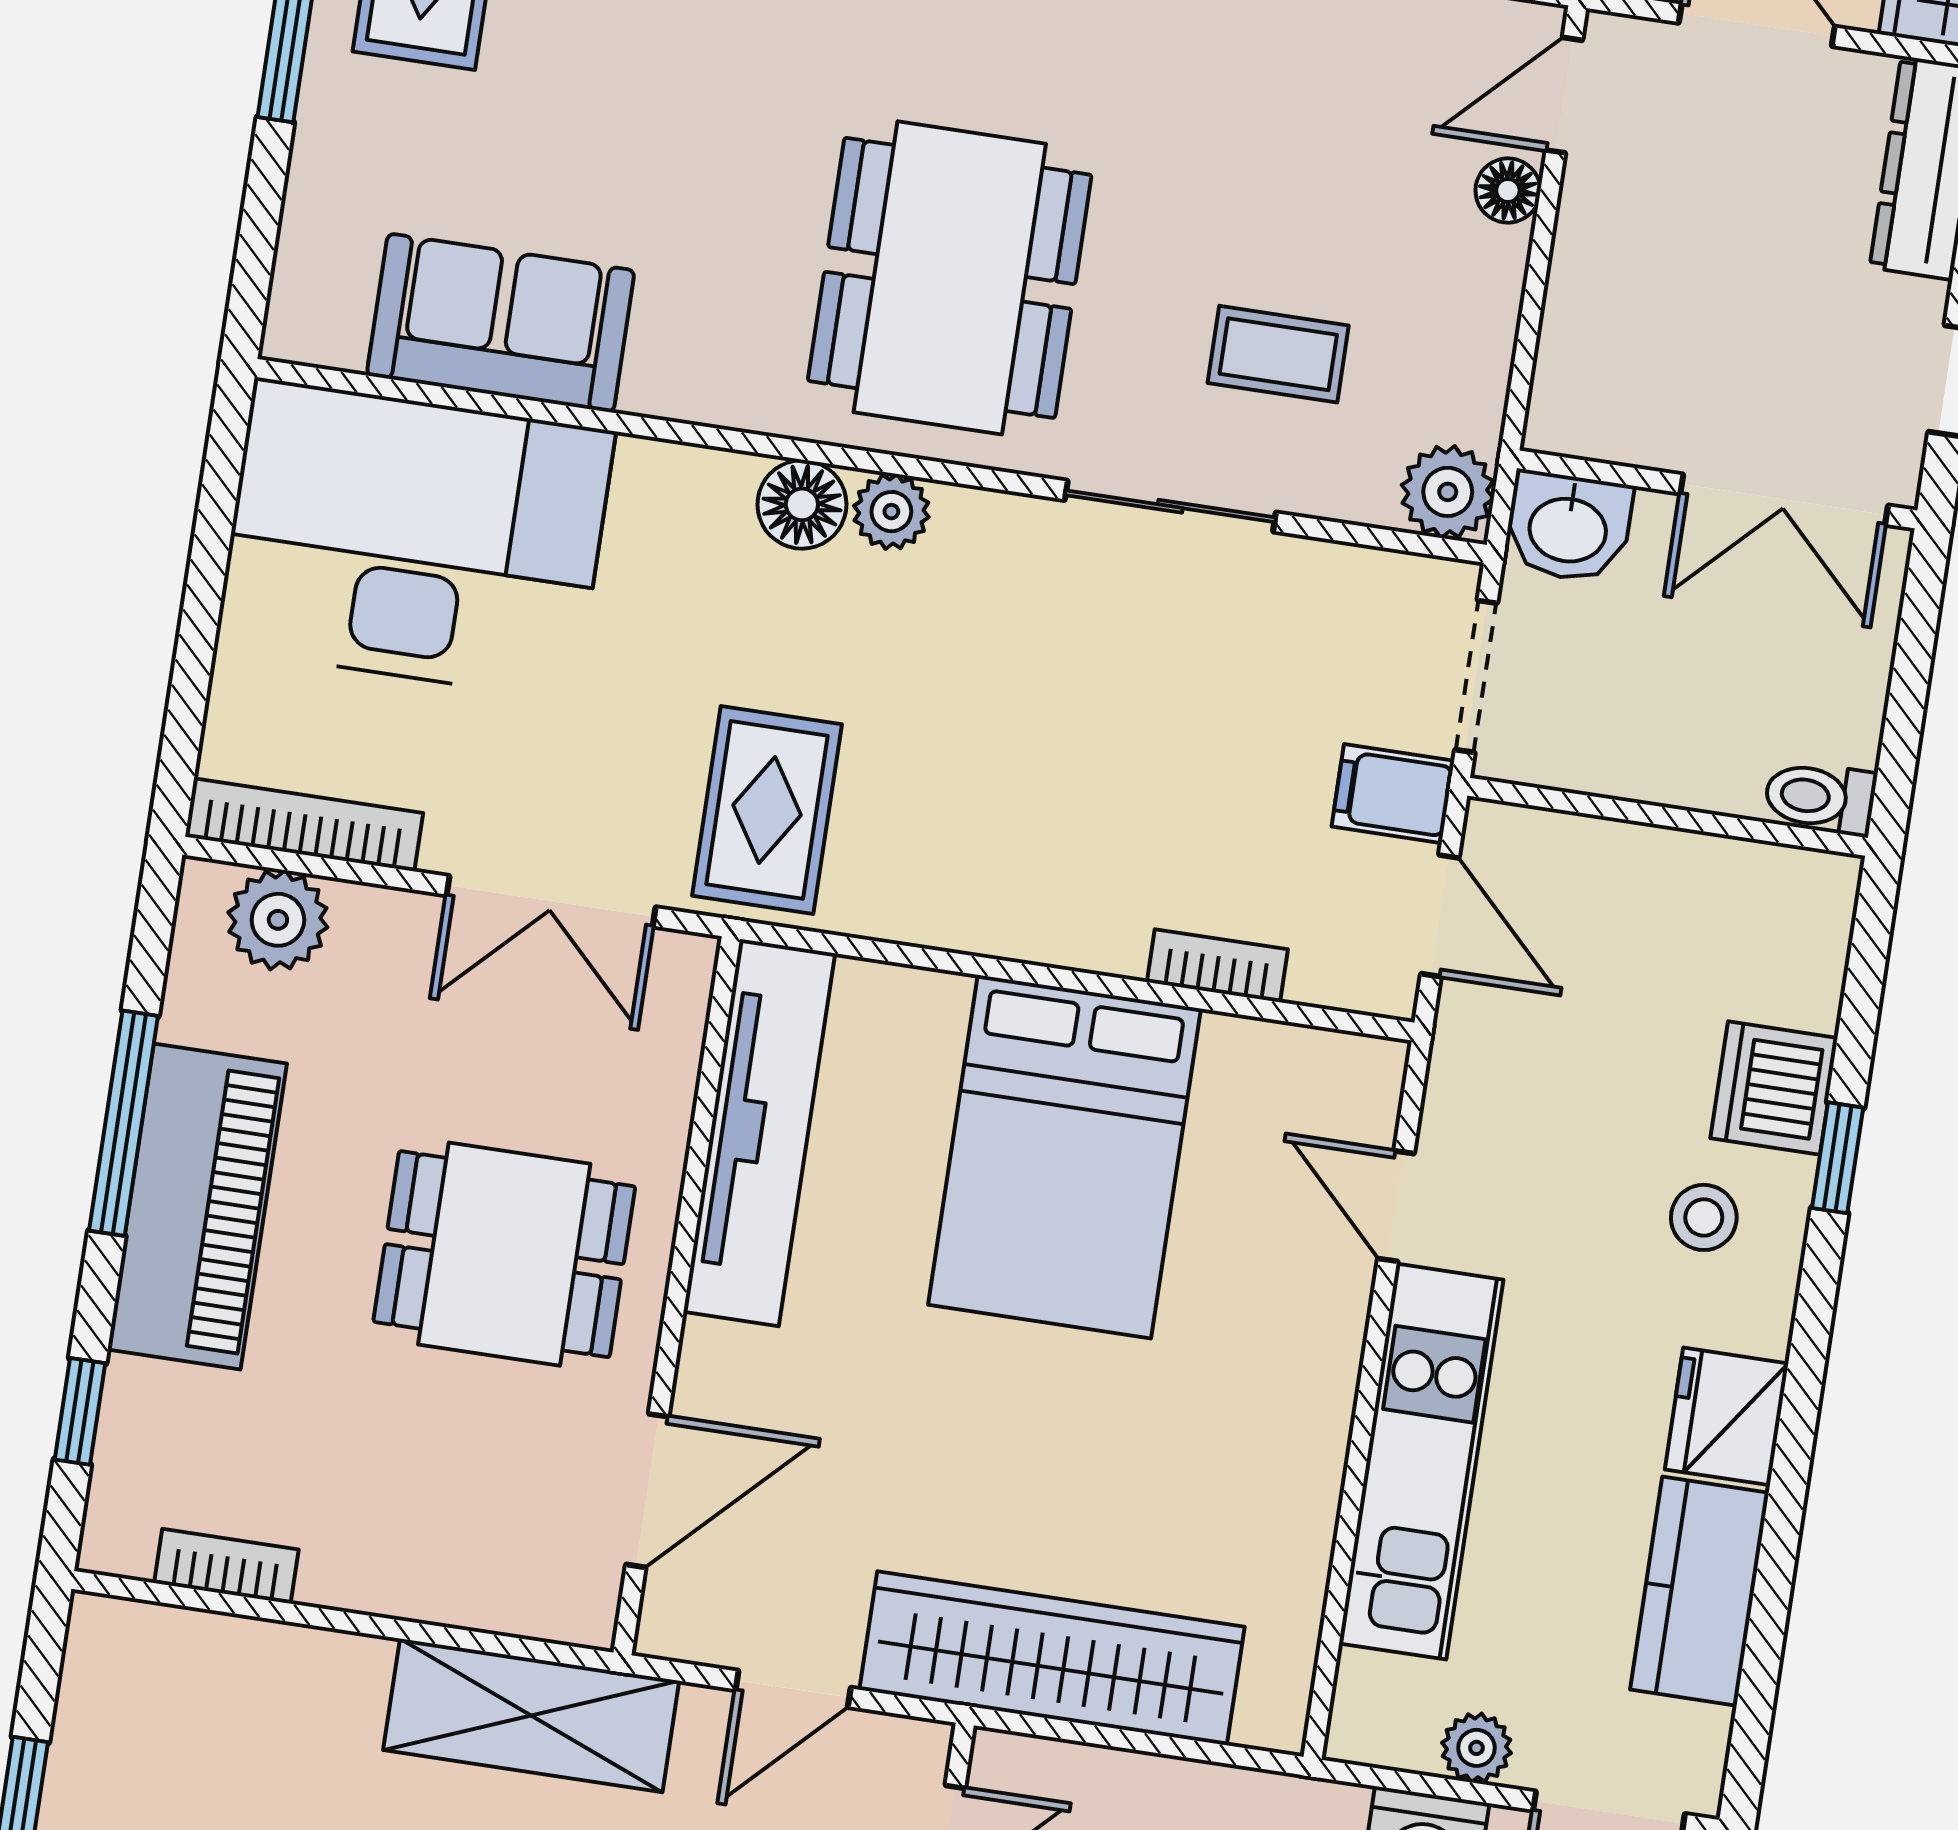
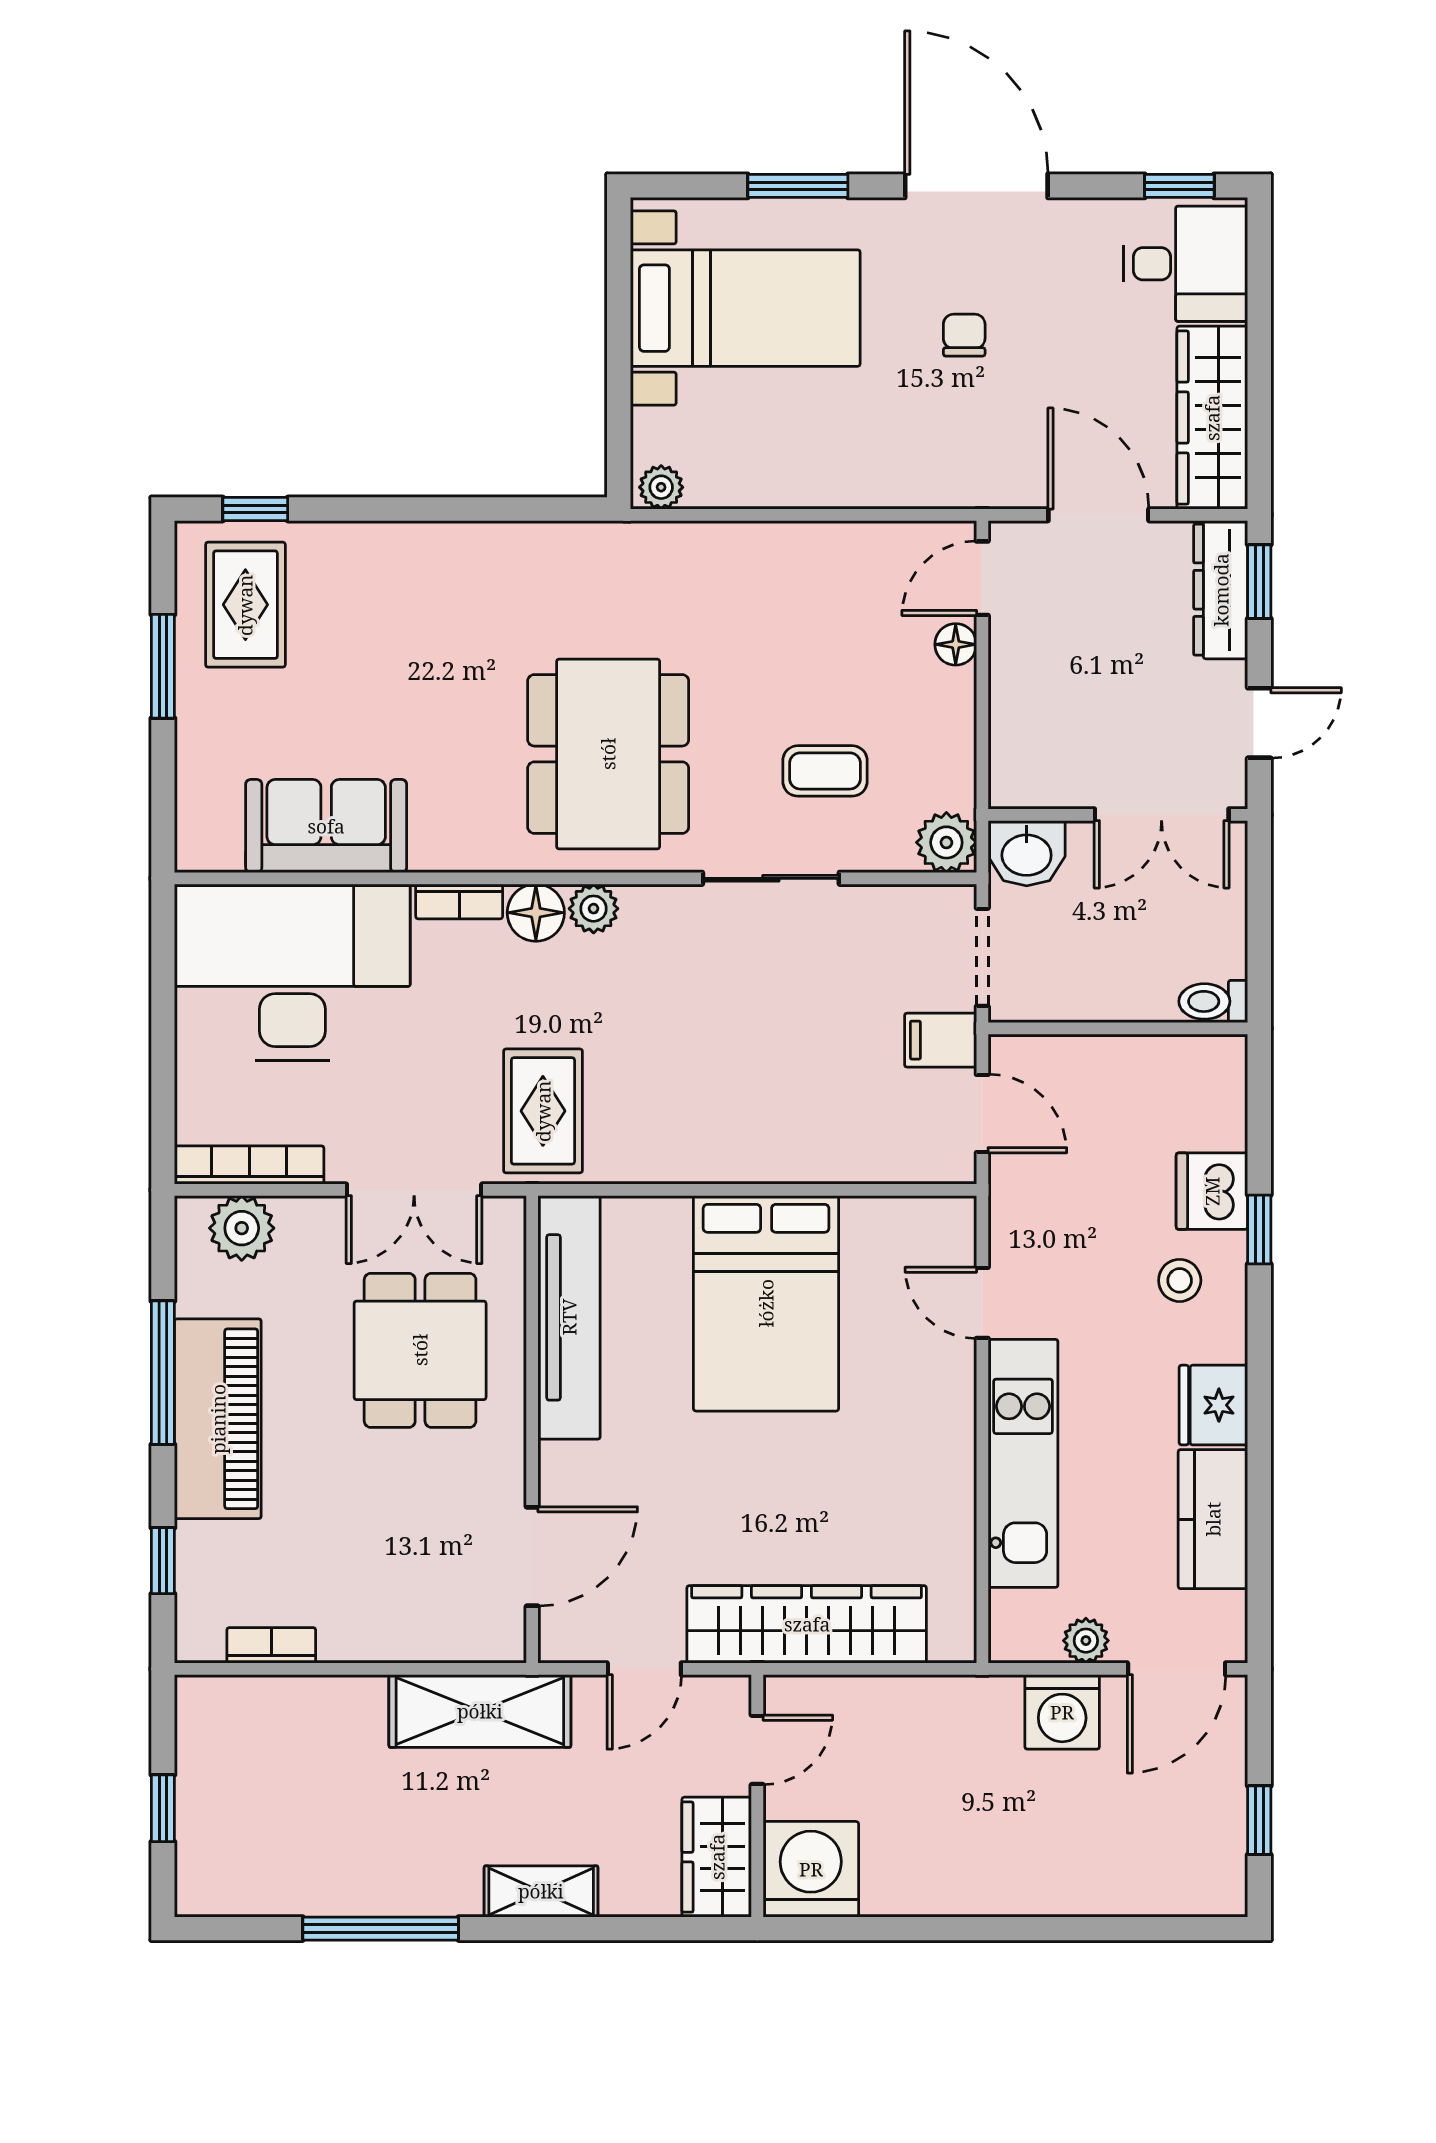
bookcase: (1217, 966) -> (459, 901), moved, turned 180
dining table: (504, 1254) -> (420, 1350), moved, turned 90

